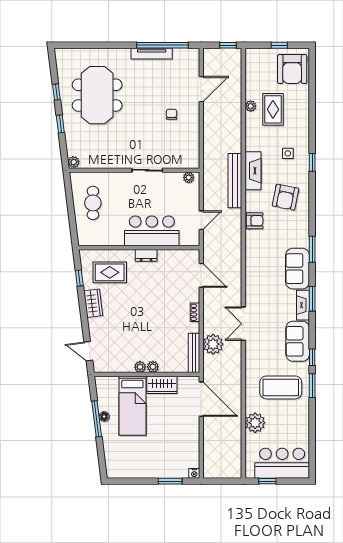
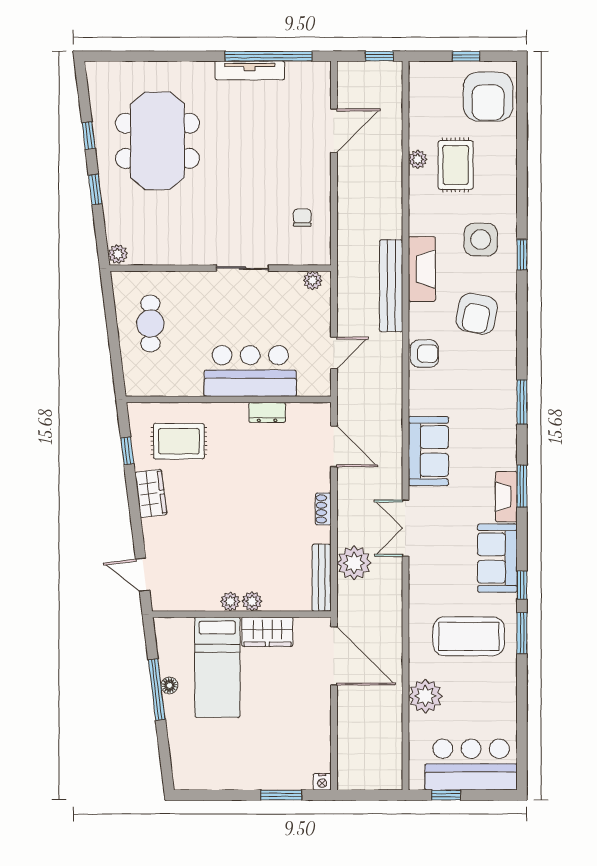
chair: (172, 114) -> (302, 218), moved
side table: (288, 153) -> (481, 240), width x1.87, depth x1.87
dresser: (146, 255) -> (267, 412), moved
sofa: (298, 269) -> (428, 451), moved, turned 180

